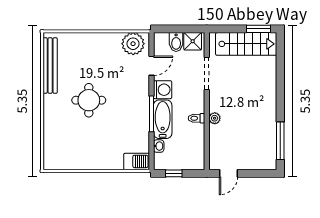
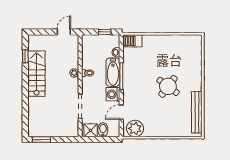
stairs: (246, 44) -> (36, 74), moved, turned 90
round table: (89, 100) -> (168, 86), turned 37
window: (280, 141) -> (25, 56), width x0.46

